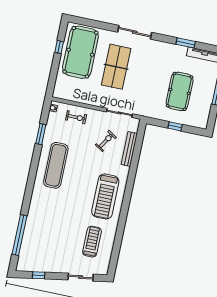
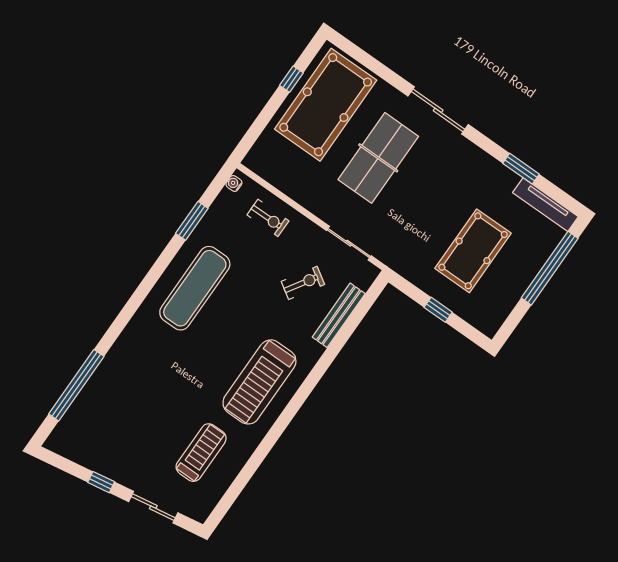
window: (39, 275) -> (101, 482), moved

